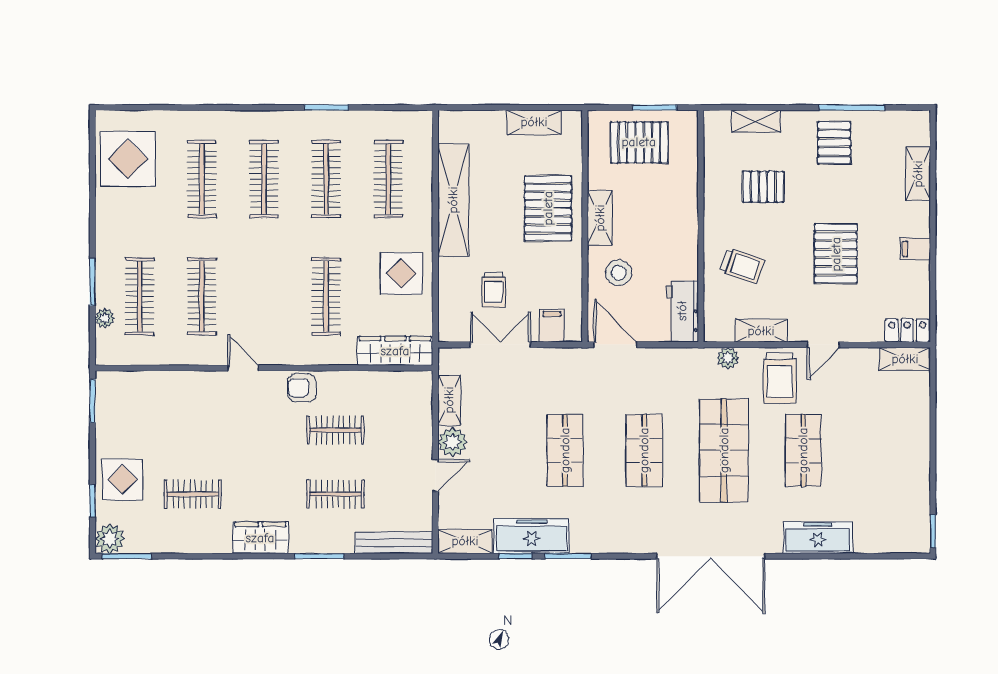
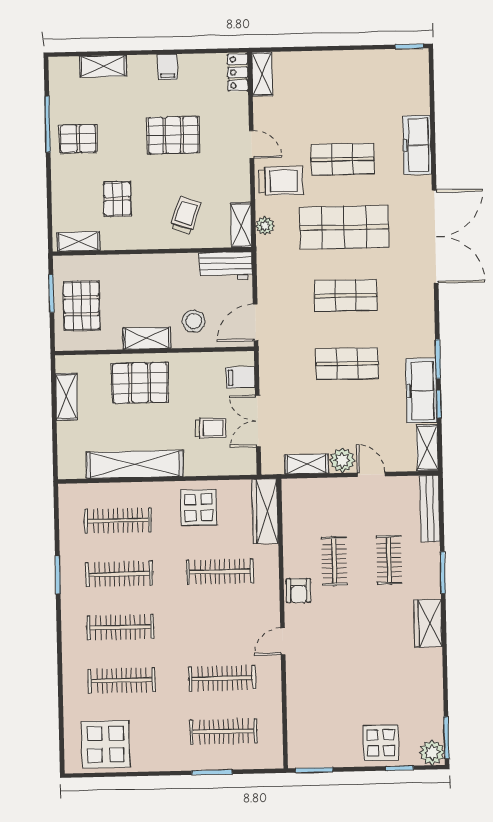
shelving: (756, 121) -> (78, 241), moved, turned 90
plant: (105, 318) -> (243, 761), removed
shelving: (761, 331) -> (241, 225), moved
clothes rail: (192, 494) -> (392, 682), removed

